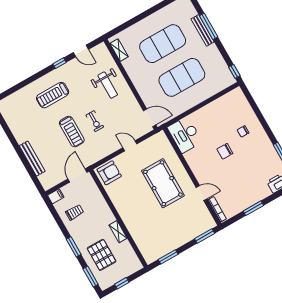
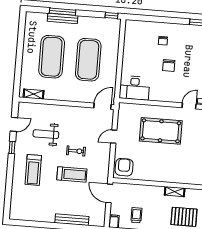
weight bench: (108, 85) -> (46, 134), moved, turned 180

